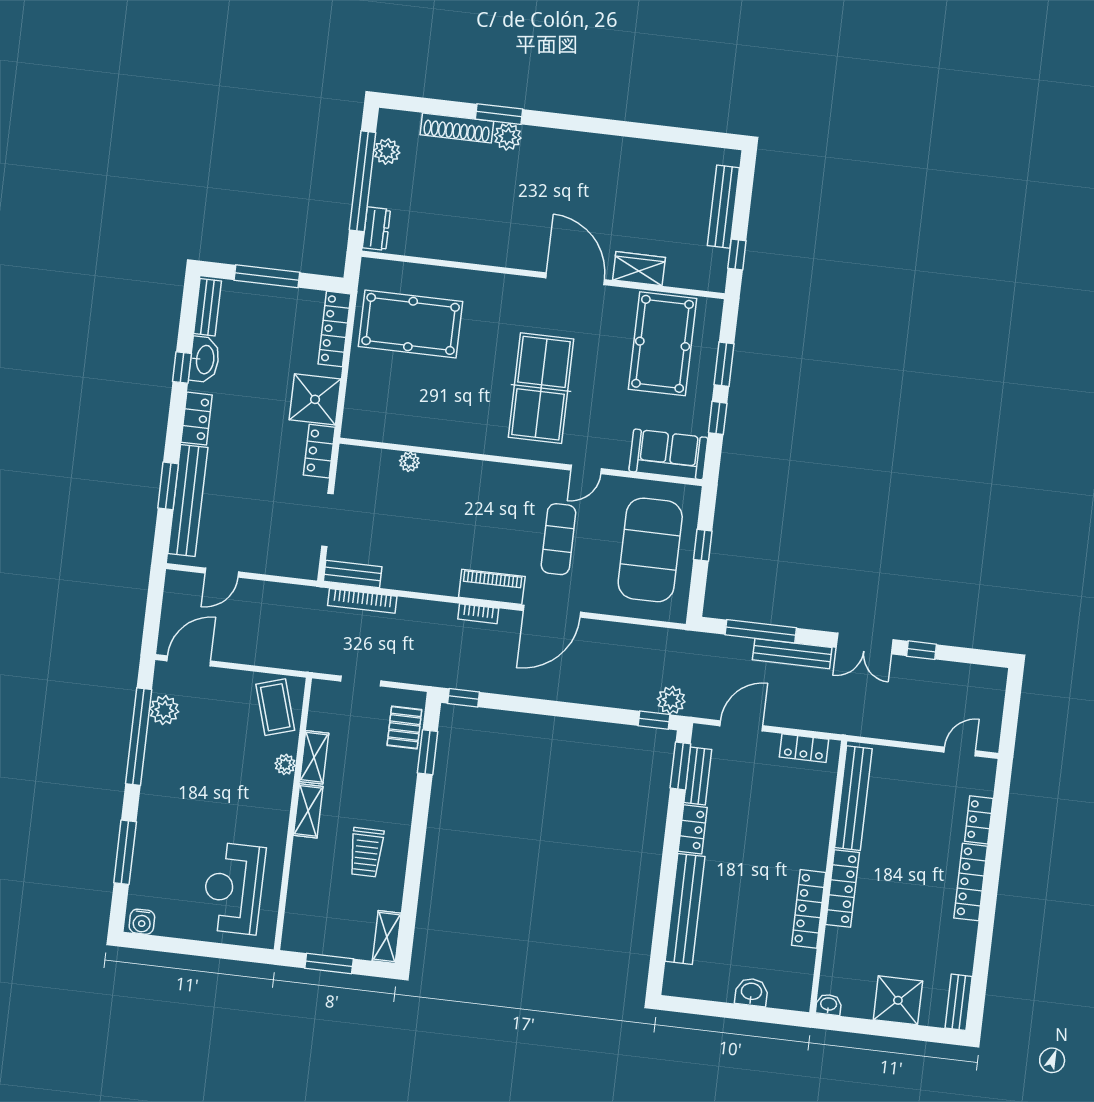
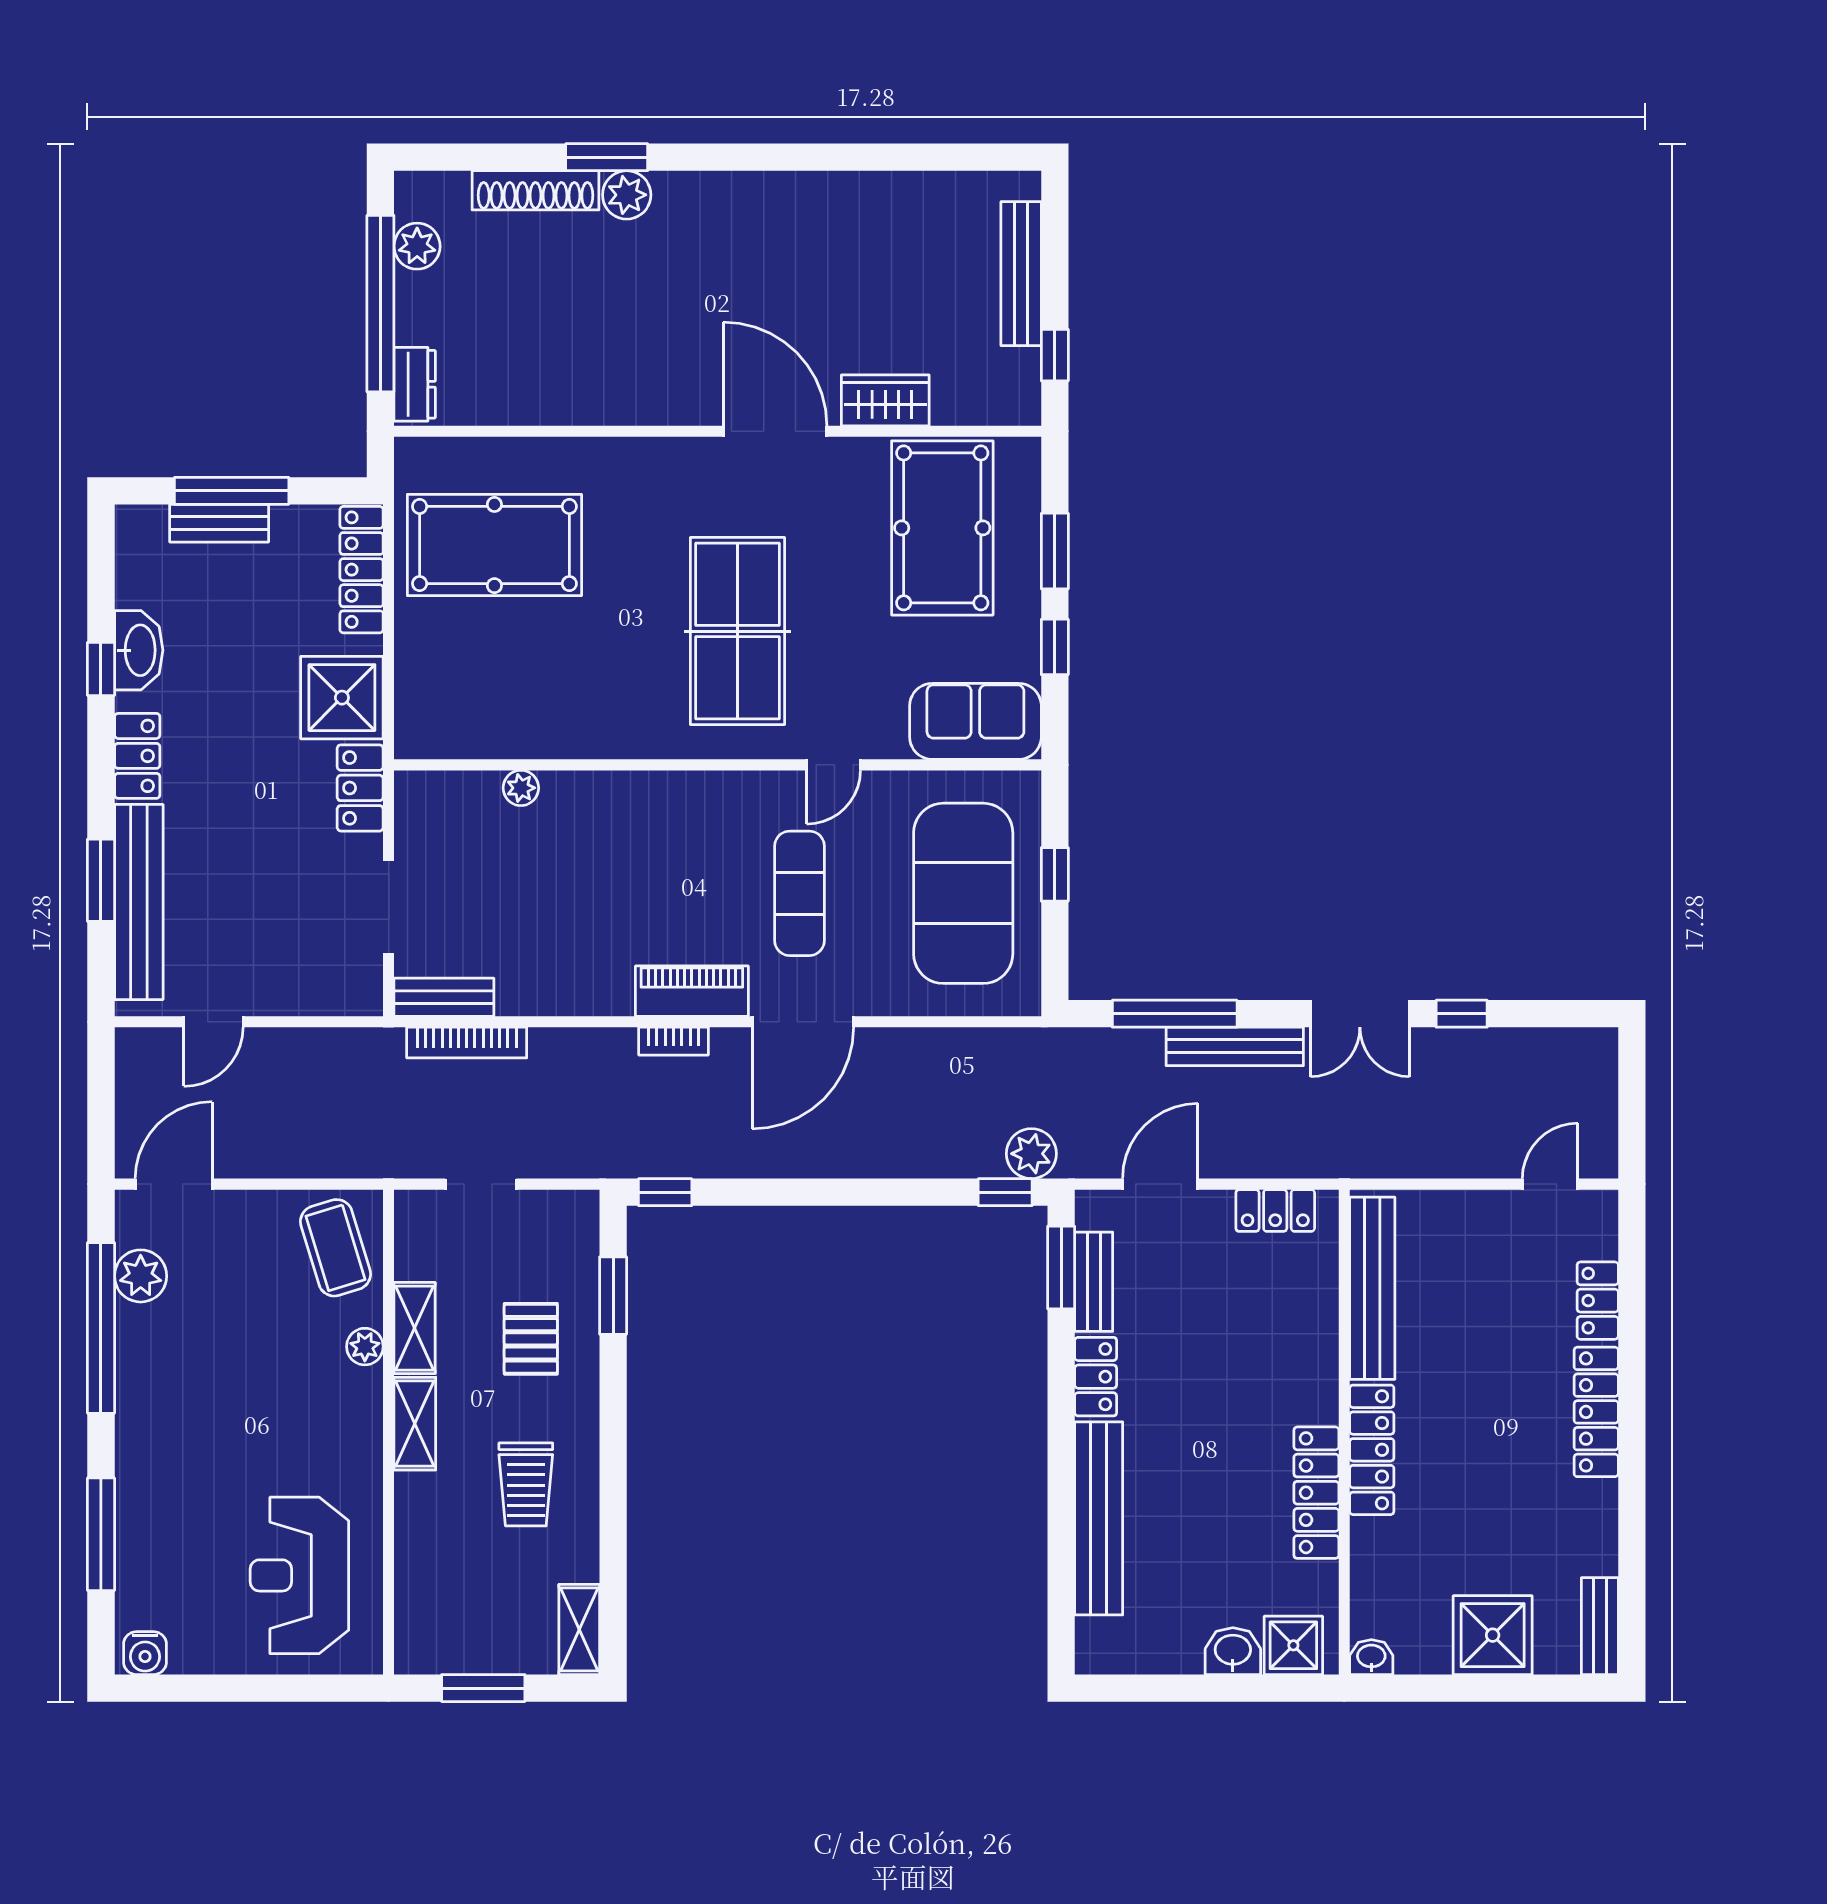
bench: (207, 307) -> (219, 523), moved, turned 90
pallet: (404, 727) -> (531, 1339), moved
shower: (786, 993) -> (1293, 1645), added

